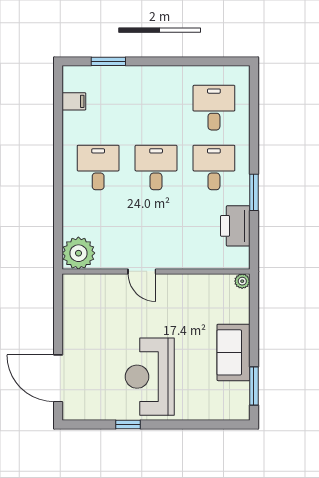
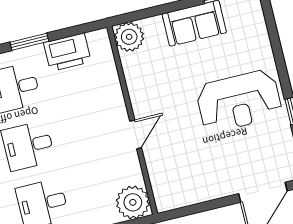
plant: (242, 281) -> (129, 37), width x1.87, depth x1.87

